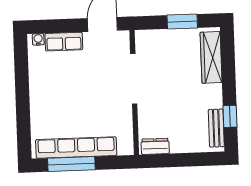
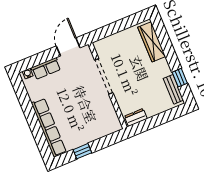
window: (182, 21) -> (123, 24), removed
row of seats: (76, 147) -> (49, 128), moved, turned 90
window: (71, 164) -> (82, 151), width x0.46

